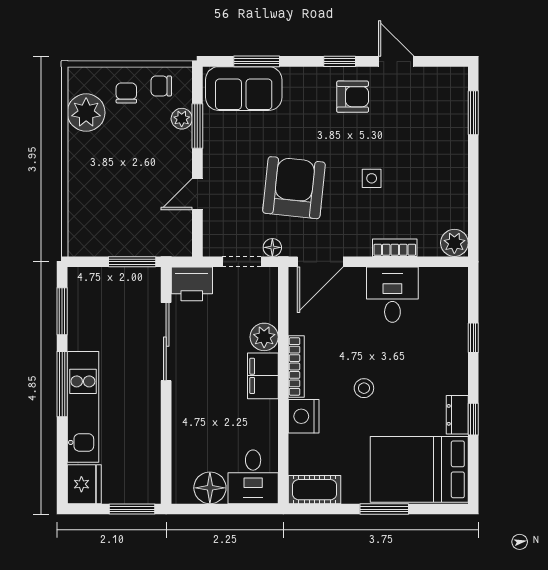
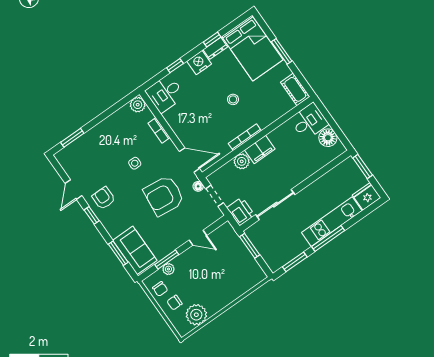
desk: (392, 295) -> (165, 94), moved
nightstand: (304, 416) -> (199, 63), moved, turned 180

